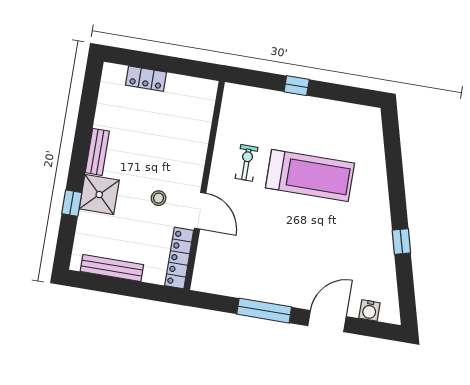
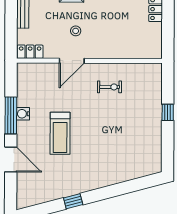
treadmill: (310, 175) -> (60, 133), moved, width x0.73, depth x0.73
locker: (179, 258) -> (30, 52), width x0.66
water cooler: (369, 310) -> (23, 114), moved

